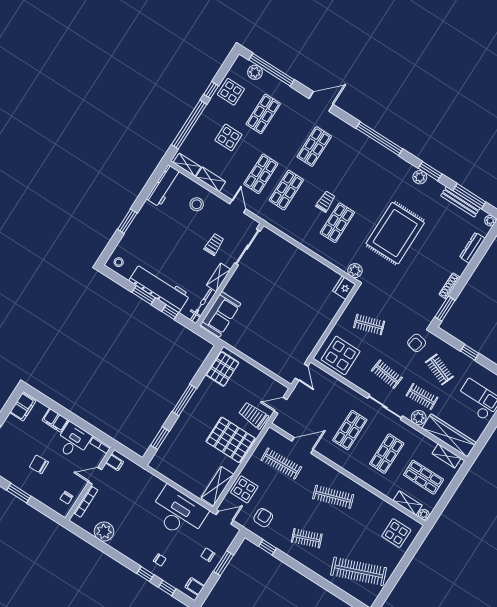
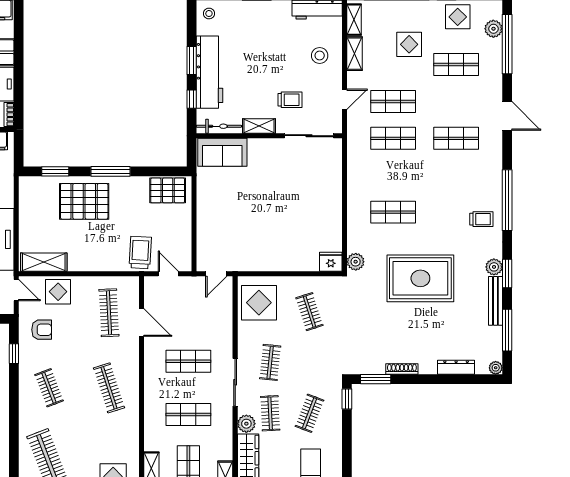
trolley: (326, 201) -> (481, 219), moved
bench: (460, 202) -> (495, 301), moved
armchair: (417, 343) -> (322, 372), removed
window: (470, 352) -> (347, 399), moved
pallet: (231, 440) -> (84, 201), moved, turned 90

